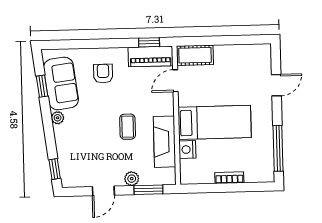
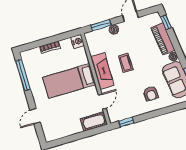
piano: (151, 56) -> (163, 39), moved, turned -97
fireplace: (164, 142) -> (102, 71), moved
nightstand: (187, 150) -> (77, 41), moved

